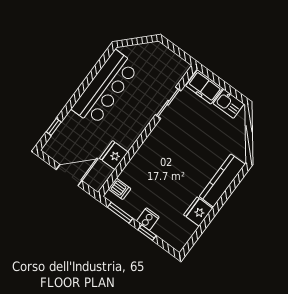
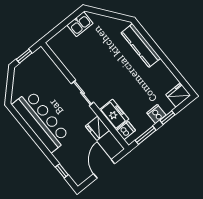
window: (175, 49) -> (24, 56), added
freezer: (204, 87) -> (114, 114), moved, turned -90
sliding door: (168, 103) -> (82, 93), moved
fridge: (198, 212) -> (178, 95), moved, turned 90

